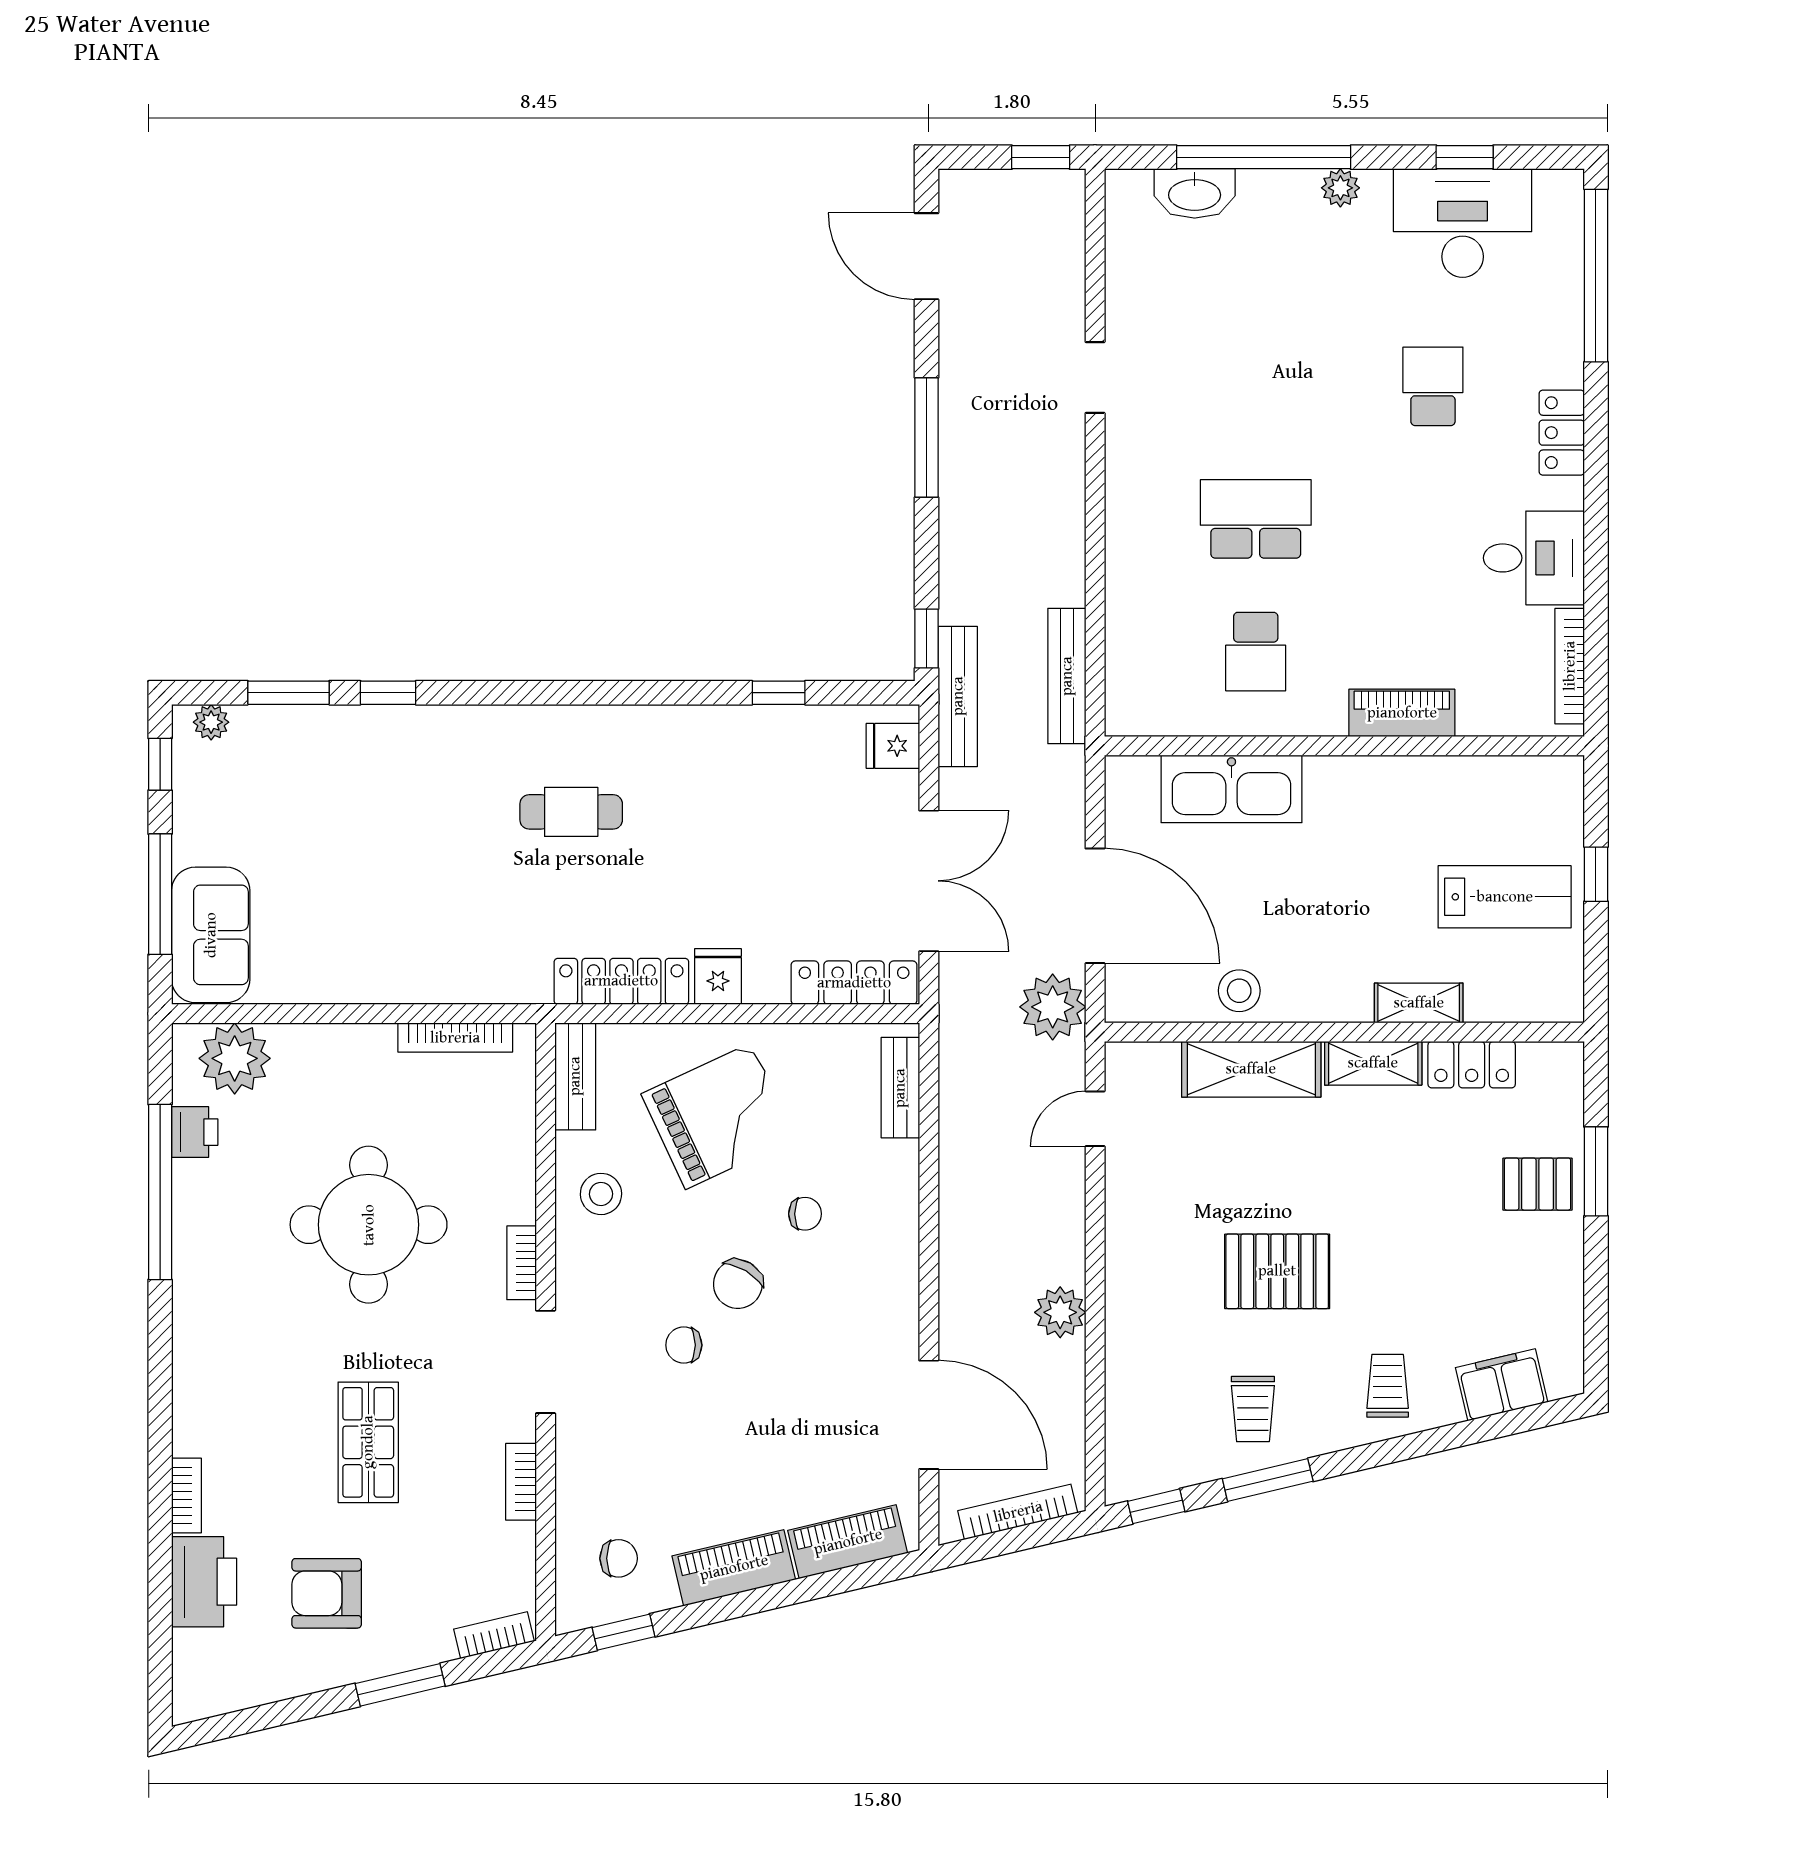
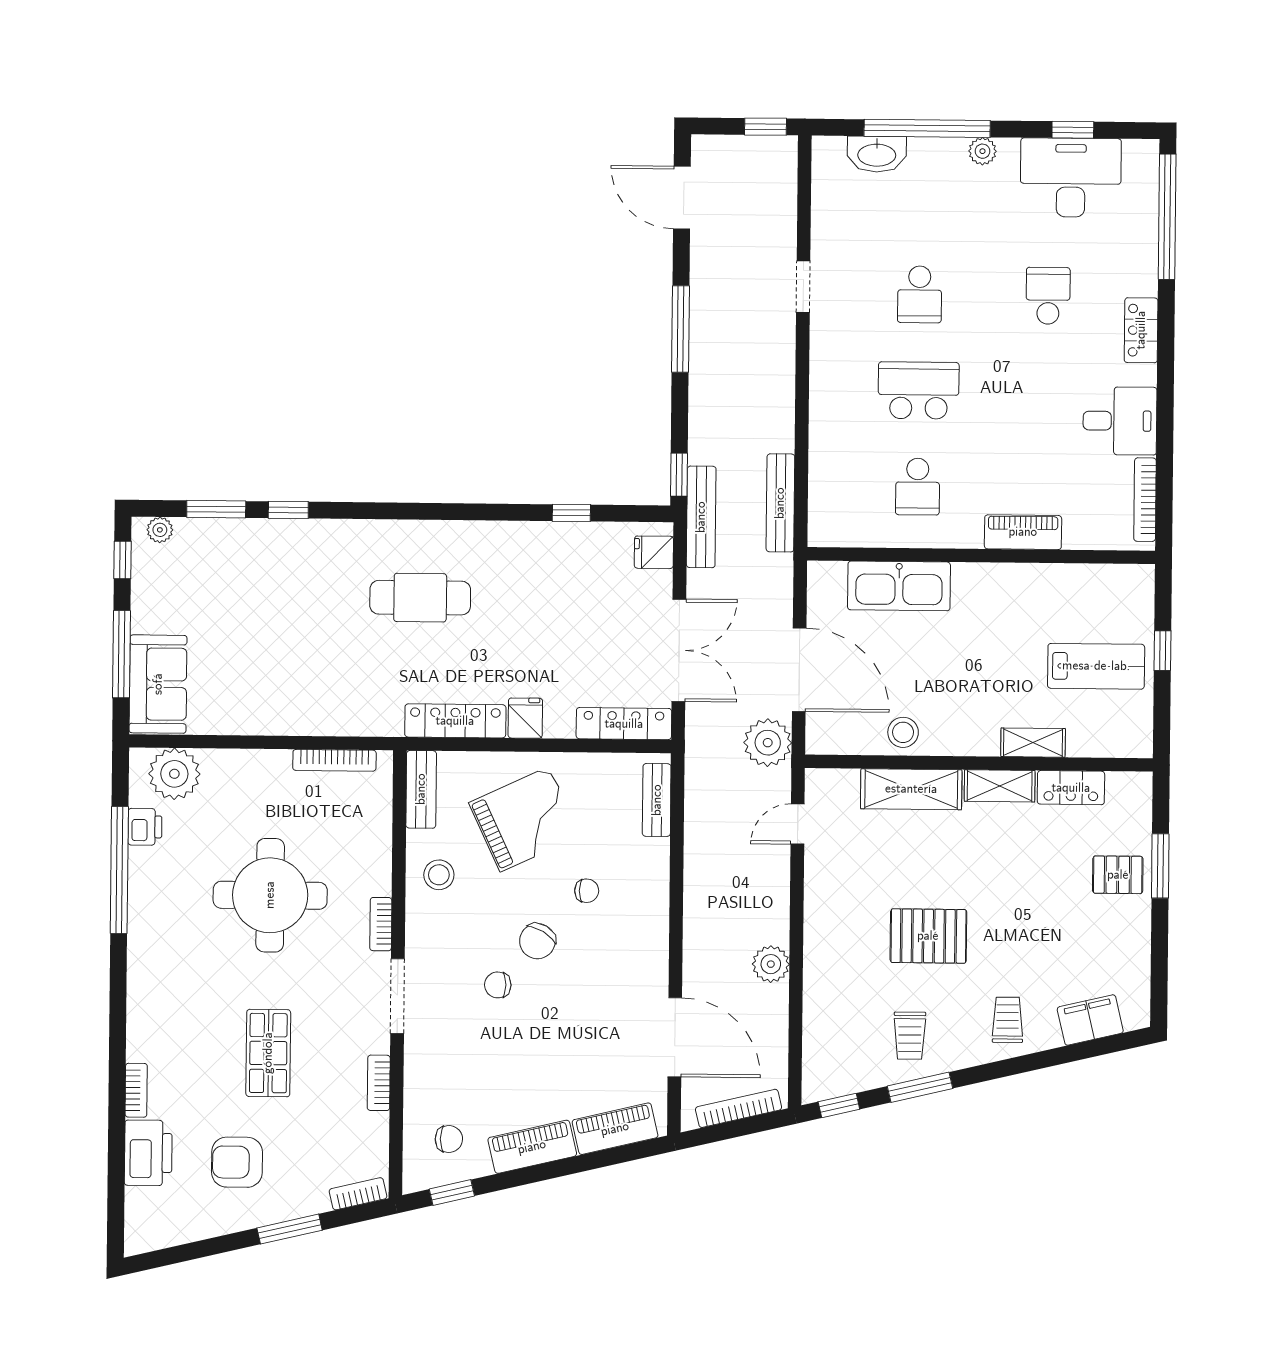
school desk: (1256, 386) -> (920, 294), added
cafe table: (571, 812) -> (420, 598), width x1.37, depth x1.35

